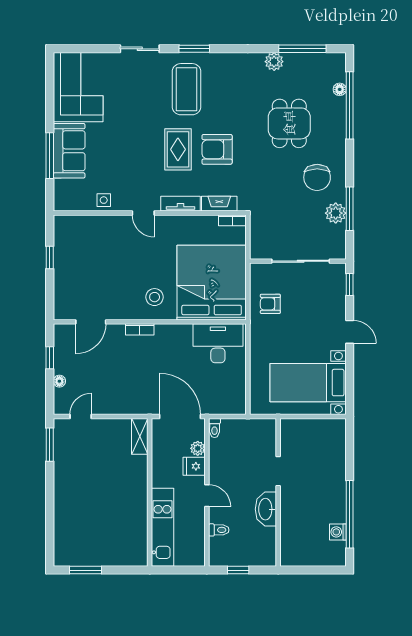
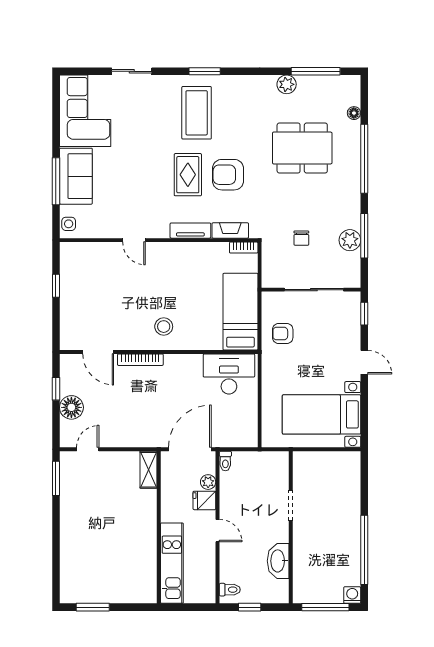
sliding door: (140, 49) -> (132, 71), moved
window: (350, 105) -> (364, 159), moved
dining table: (289, 123) -> (302, 148), width x1.38
chair: (317, 177) -> (301, 238), moved, width x0.54, depth x0.54
side table: (104, 200) -> (69, 224), moved
door: (143, 213) -> (134, 240), moved
bed: (212, 283) -> (240, 312), width x0.49
door: (91, 322) -> (98, 352), hinge flipped
bookcase: (140, 329) -> (140, 360), width x1.56
floor lamp: (59, 381) -> (71, 407), width x1.89, depth x1.89
door: (180, 416) -> (190, 449), hinge flipped
washbasin: (266, 509) -> (278, 561), moved
toilet: (219, 530) -> (230, 590), moved
washing machine: (338, 532) -> (352, 595), moved, turned 90
window: (312, 570) -> (325, 607), added

